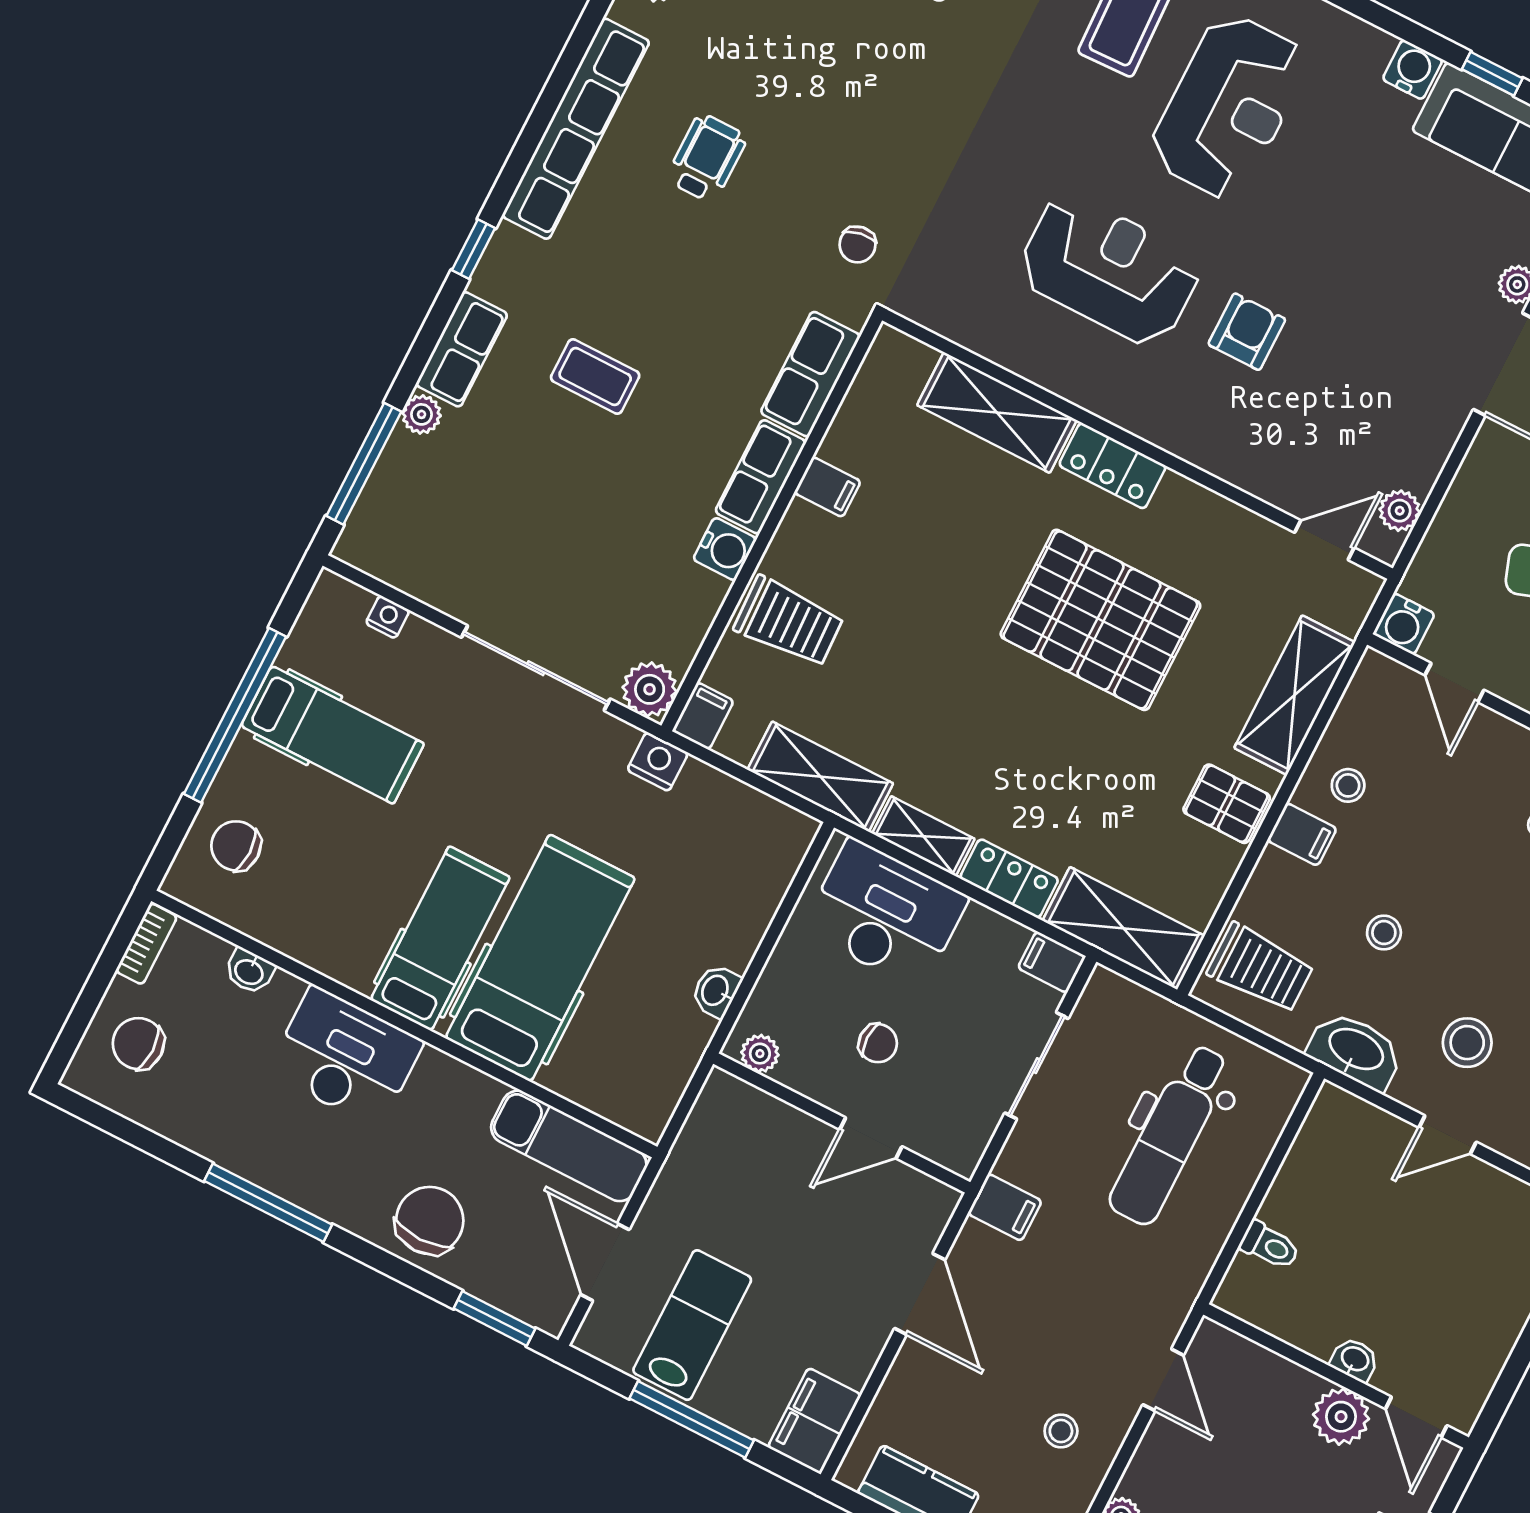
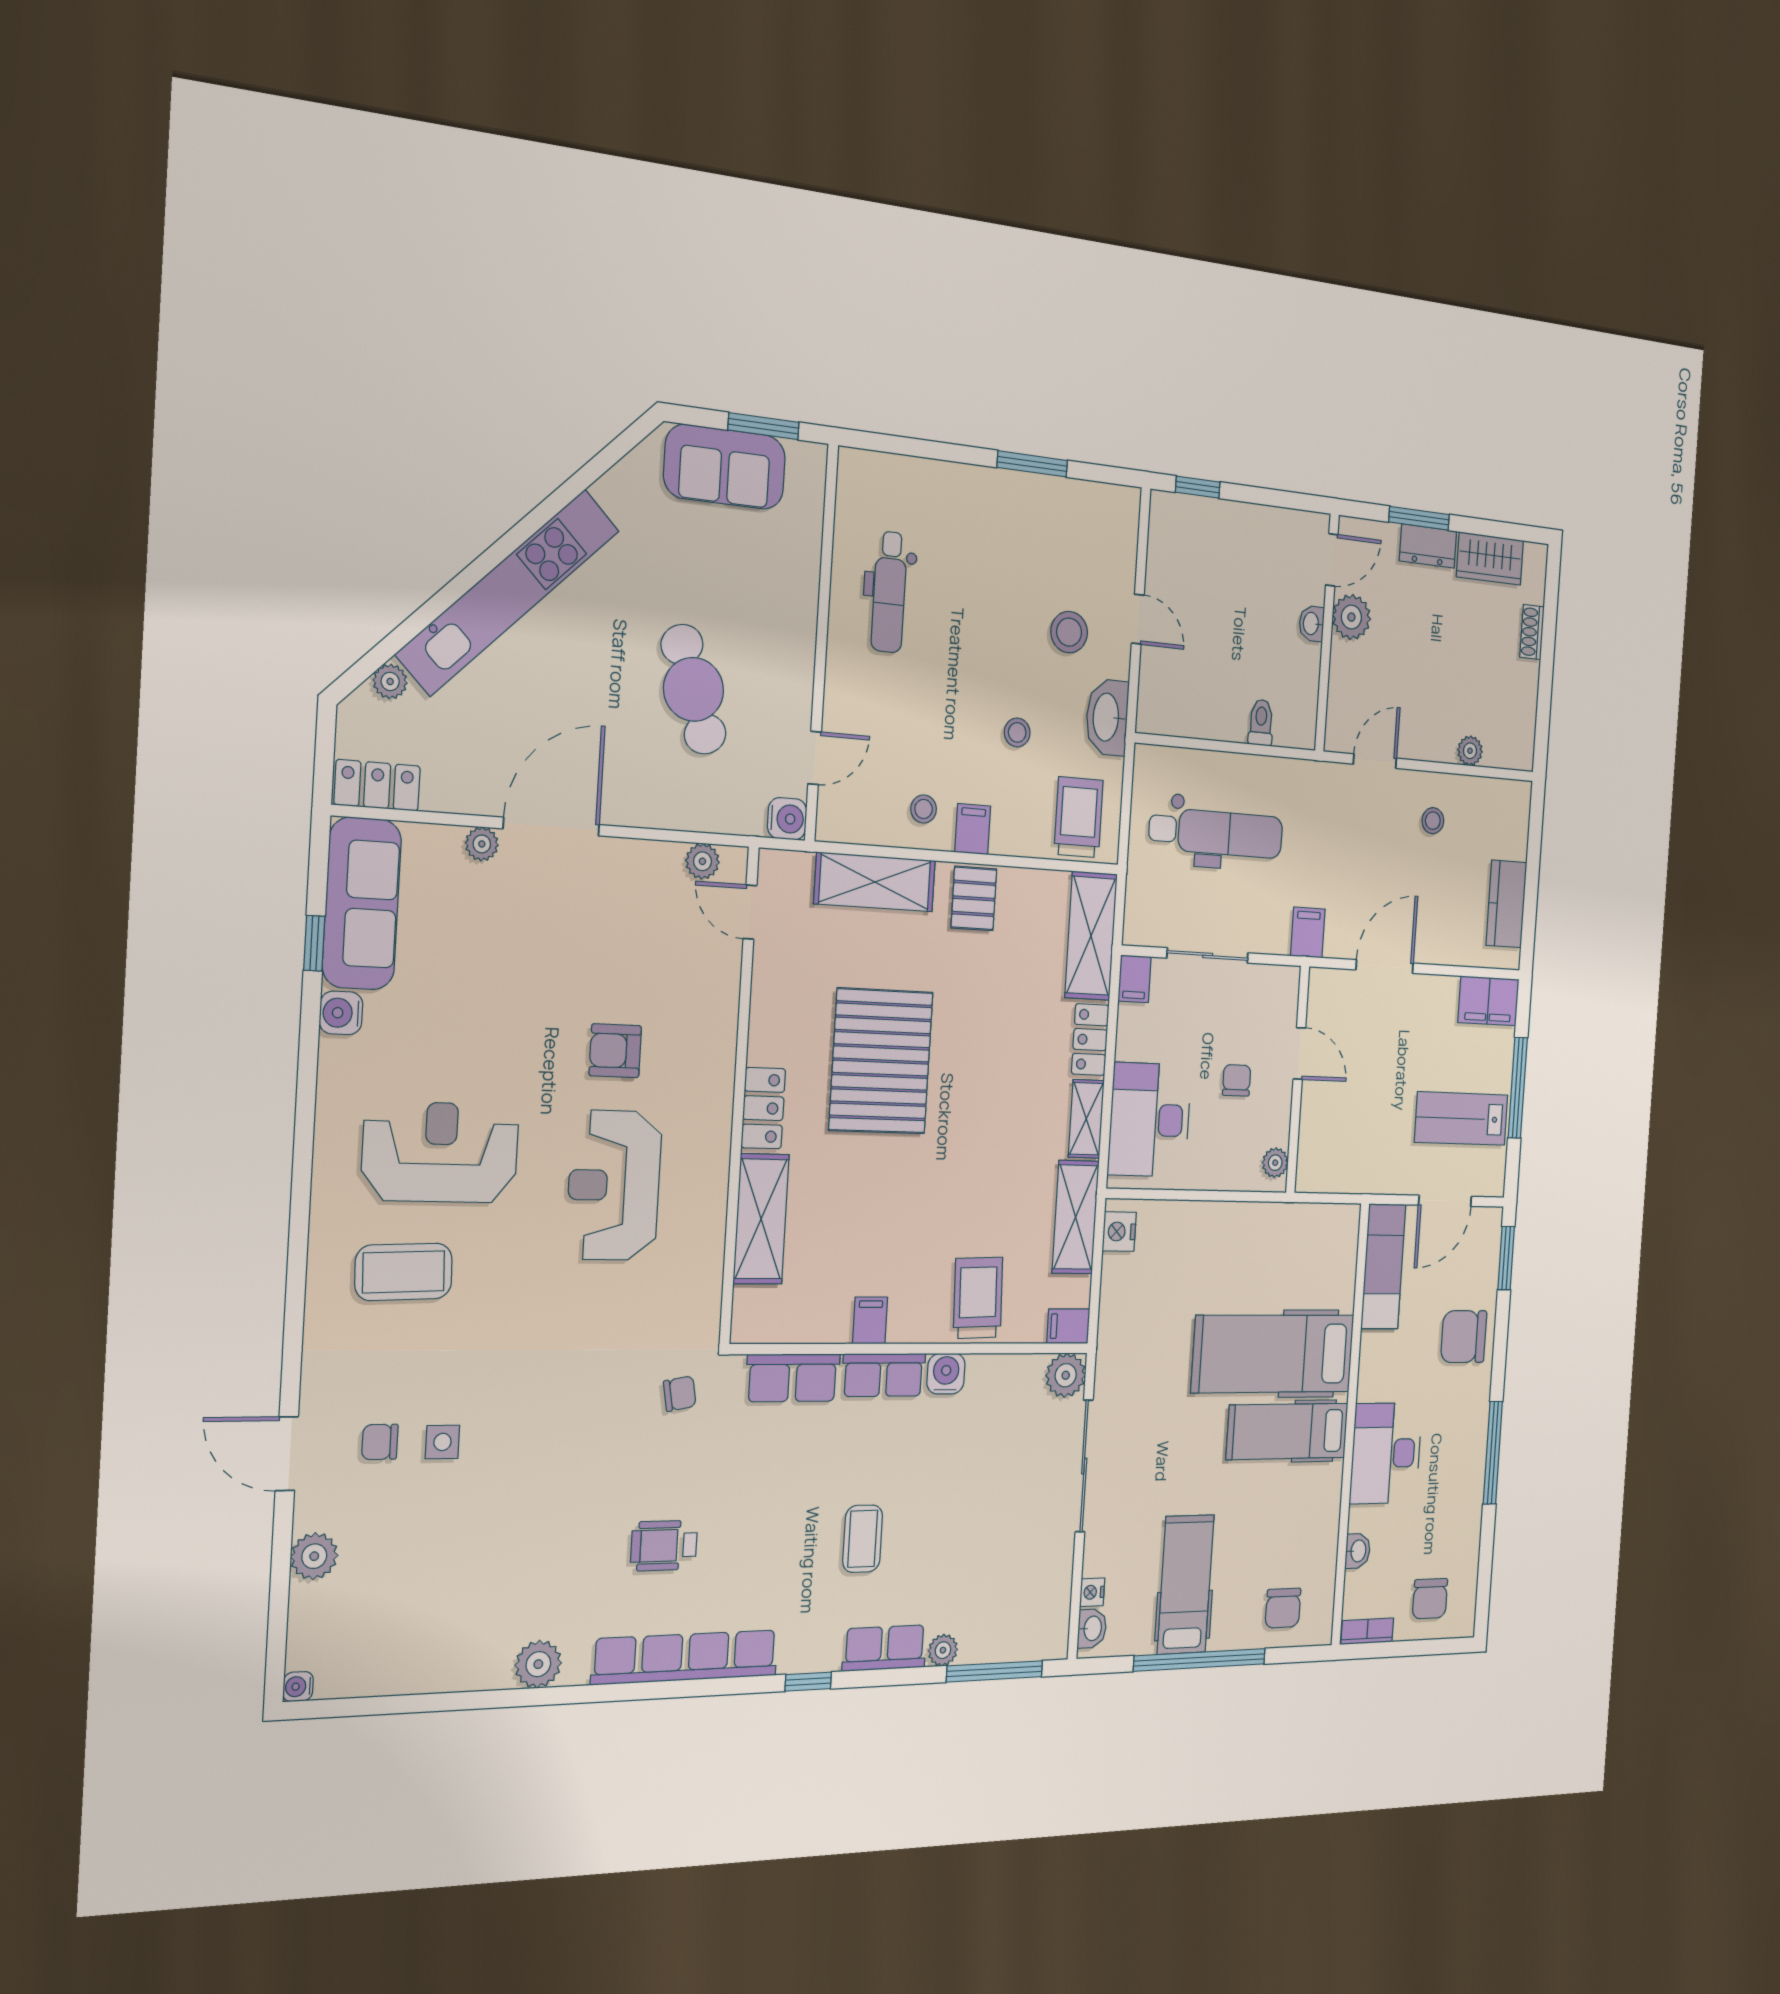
nightstand: (658, 762) -> (1119, 1232), moved
washbasin: (716, 991) -> (1092, 1628), moved, turned -90

